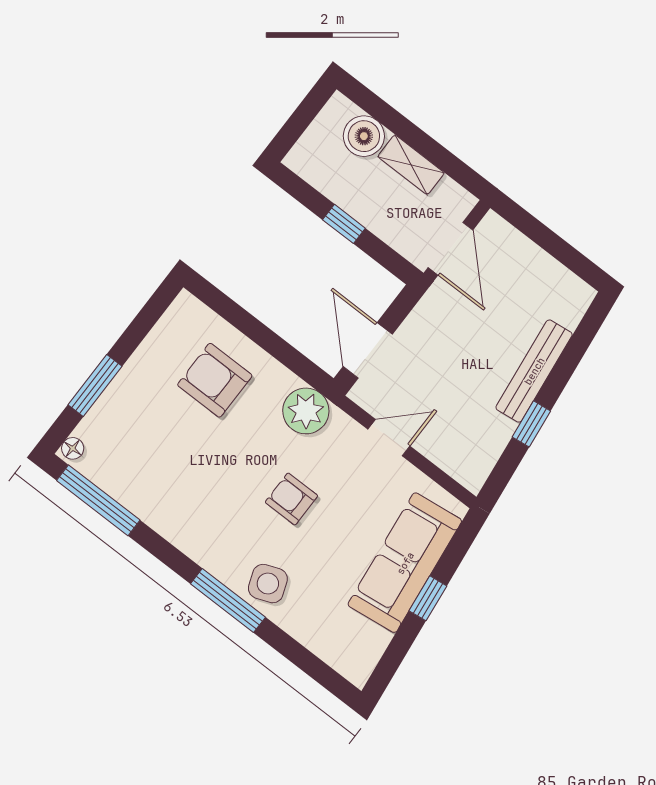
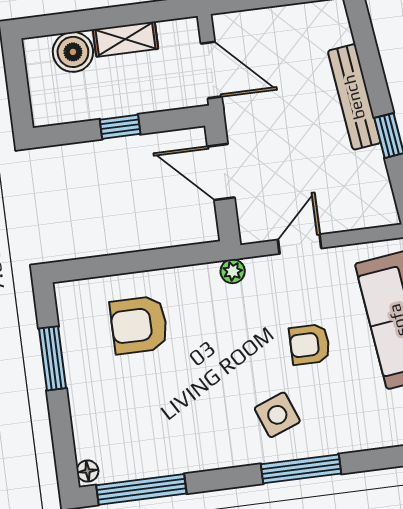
door: (368, 350) -> (221, 172), moved
window: (95, 385) -> (52, 358), moved
plant: (306, 411) -> (233, 271), width x0.53, depth x0.53
armchair: (291, 499) -> (310, 344), moved
side table: (268, 584) -> (277, 415), moved

